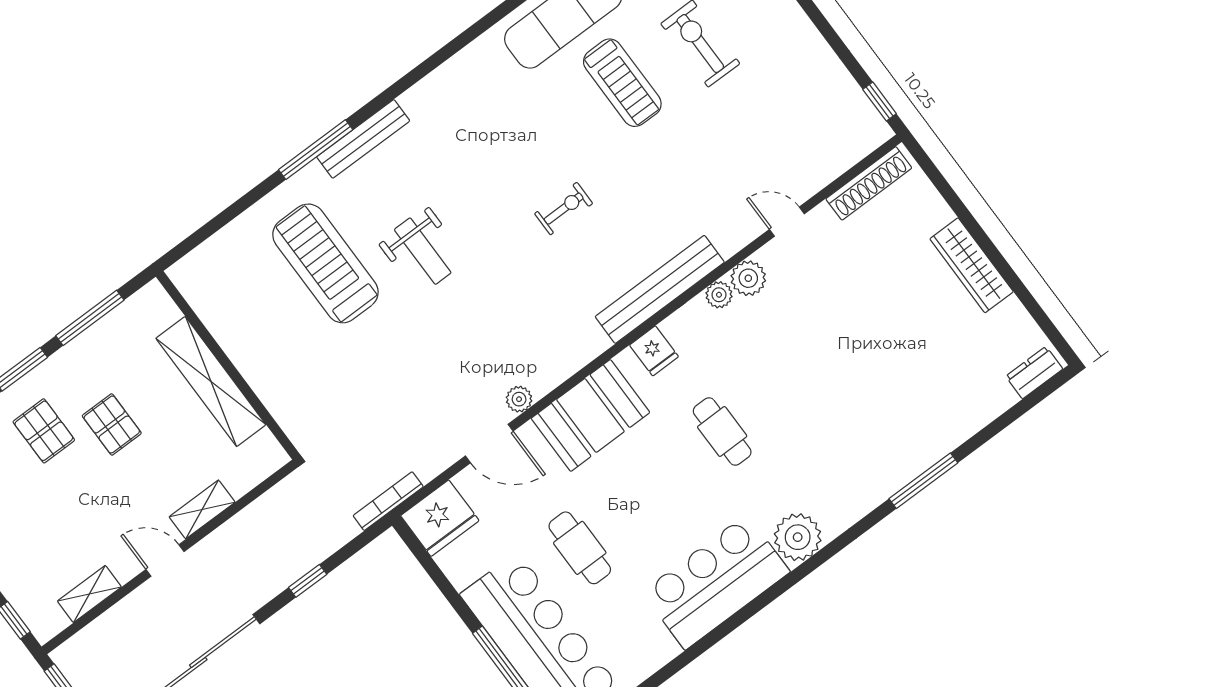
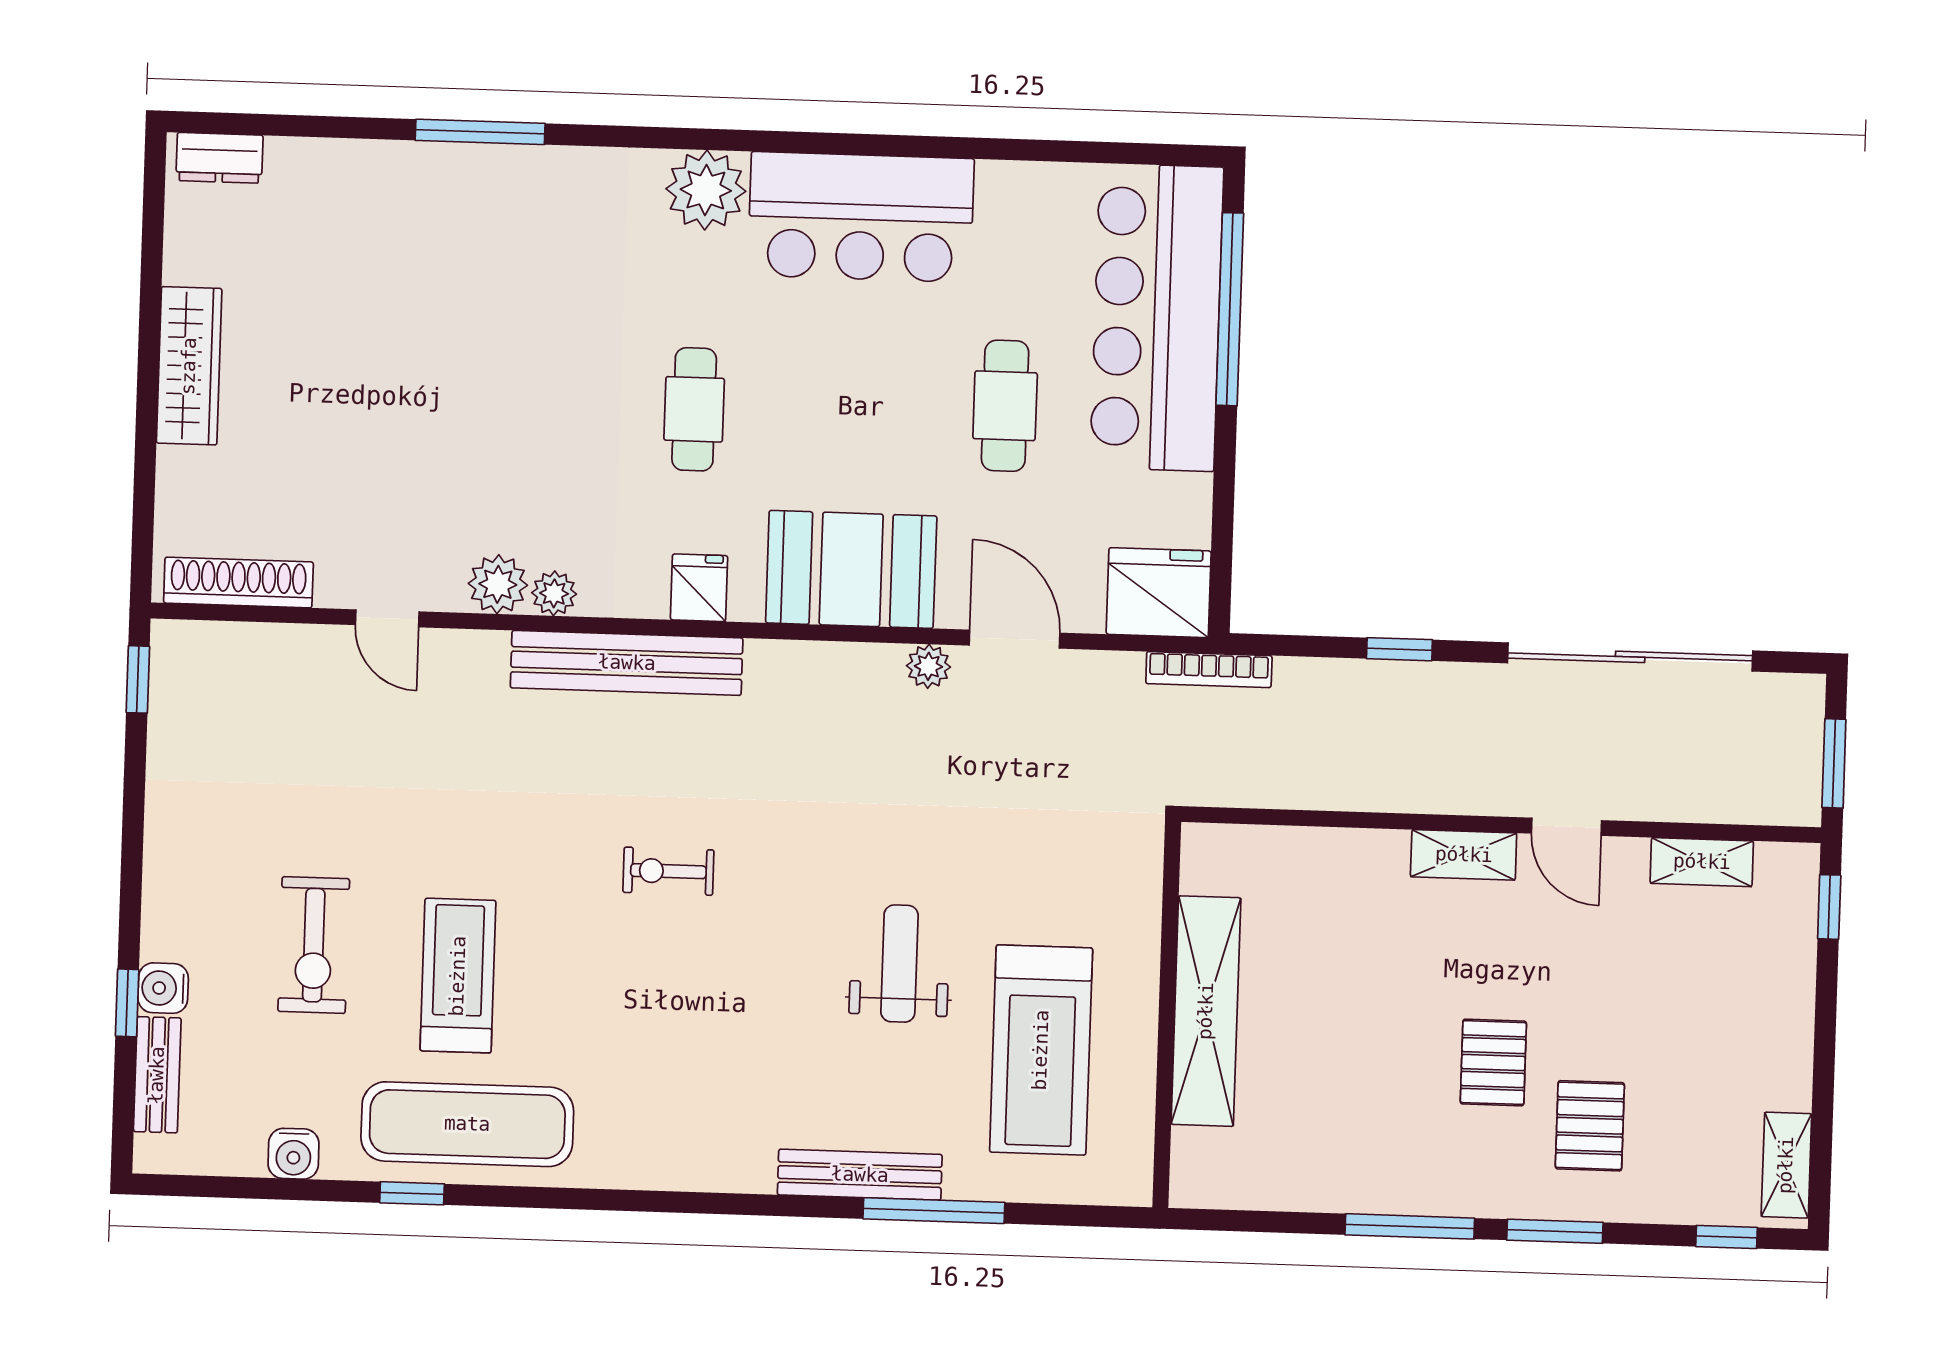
wall: (228, 365) -> (1167, 1015), moved
shelving: (211, 381) -> (1206, 1011), moved

